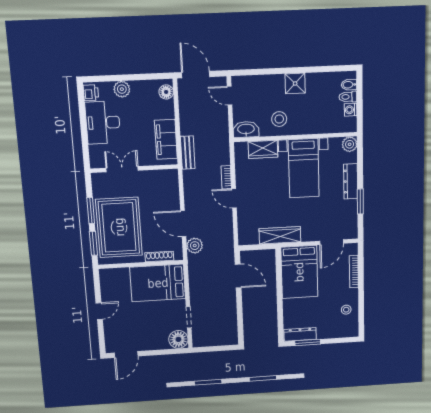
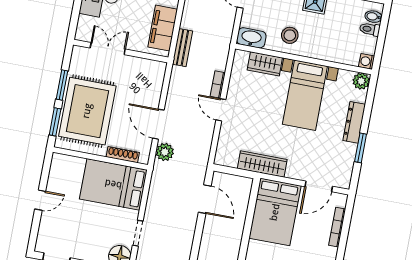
washing machine: (351, 110) -> (367, 61), moved

